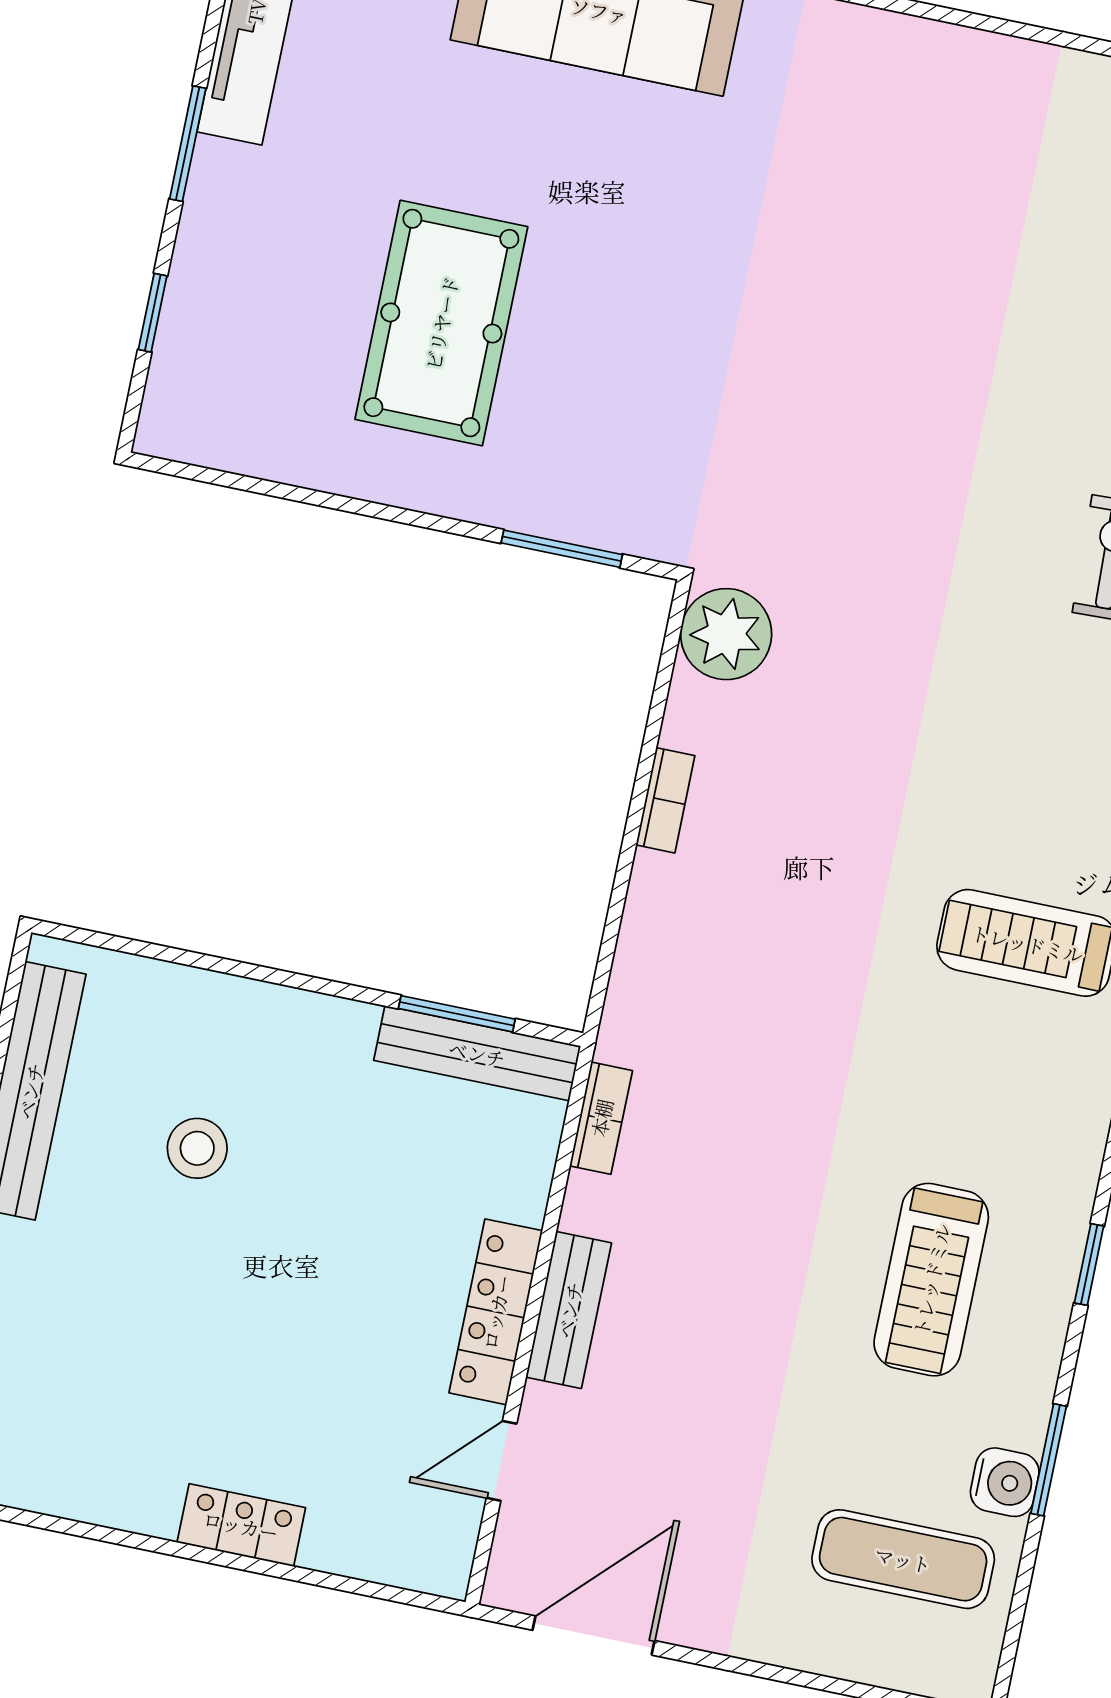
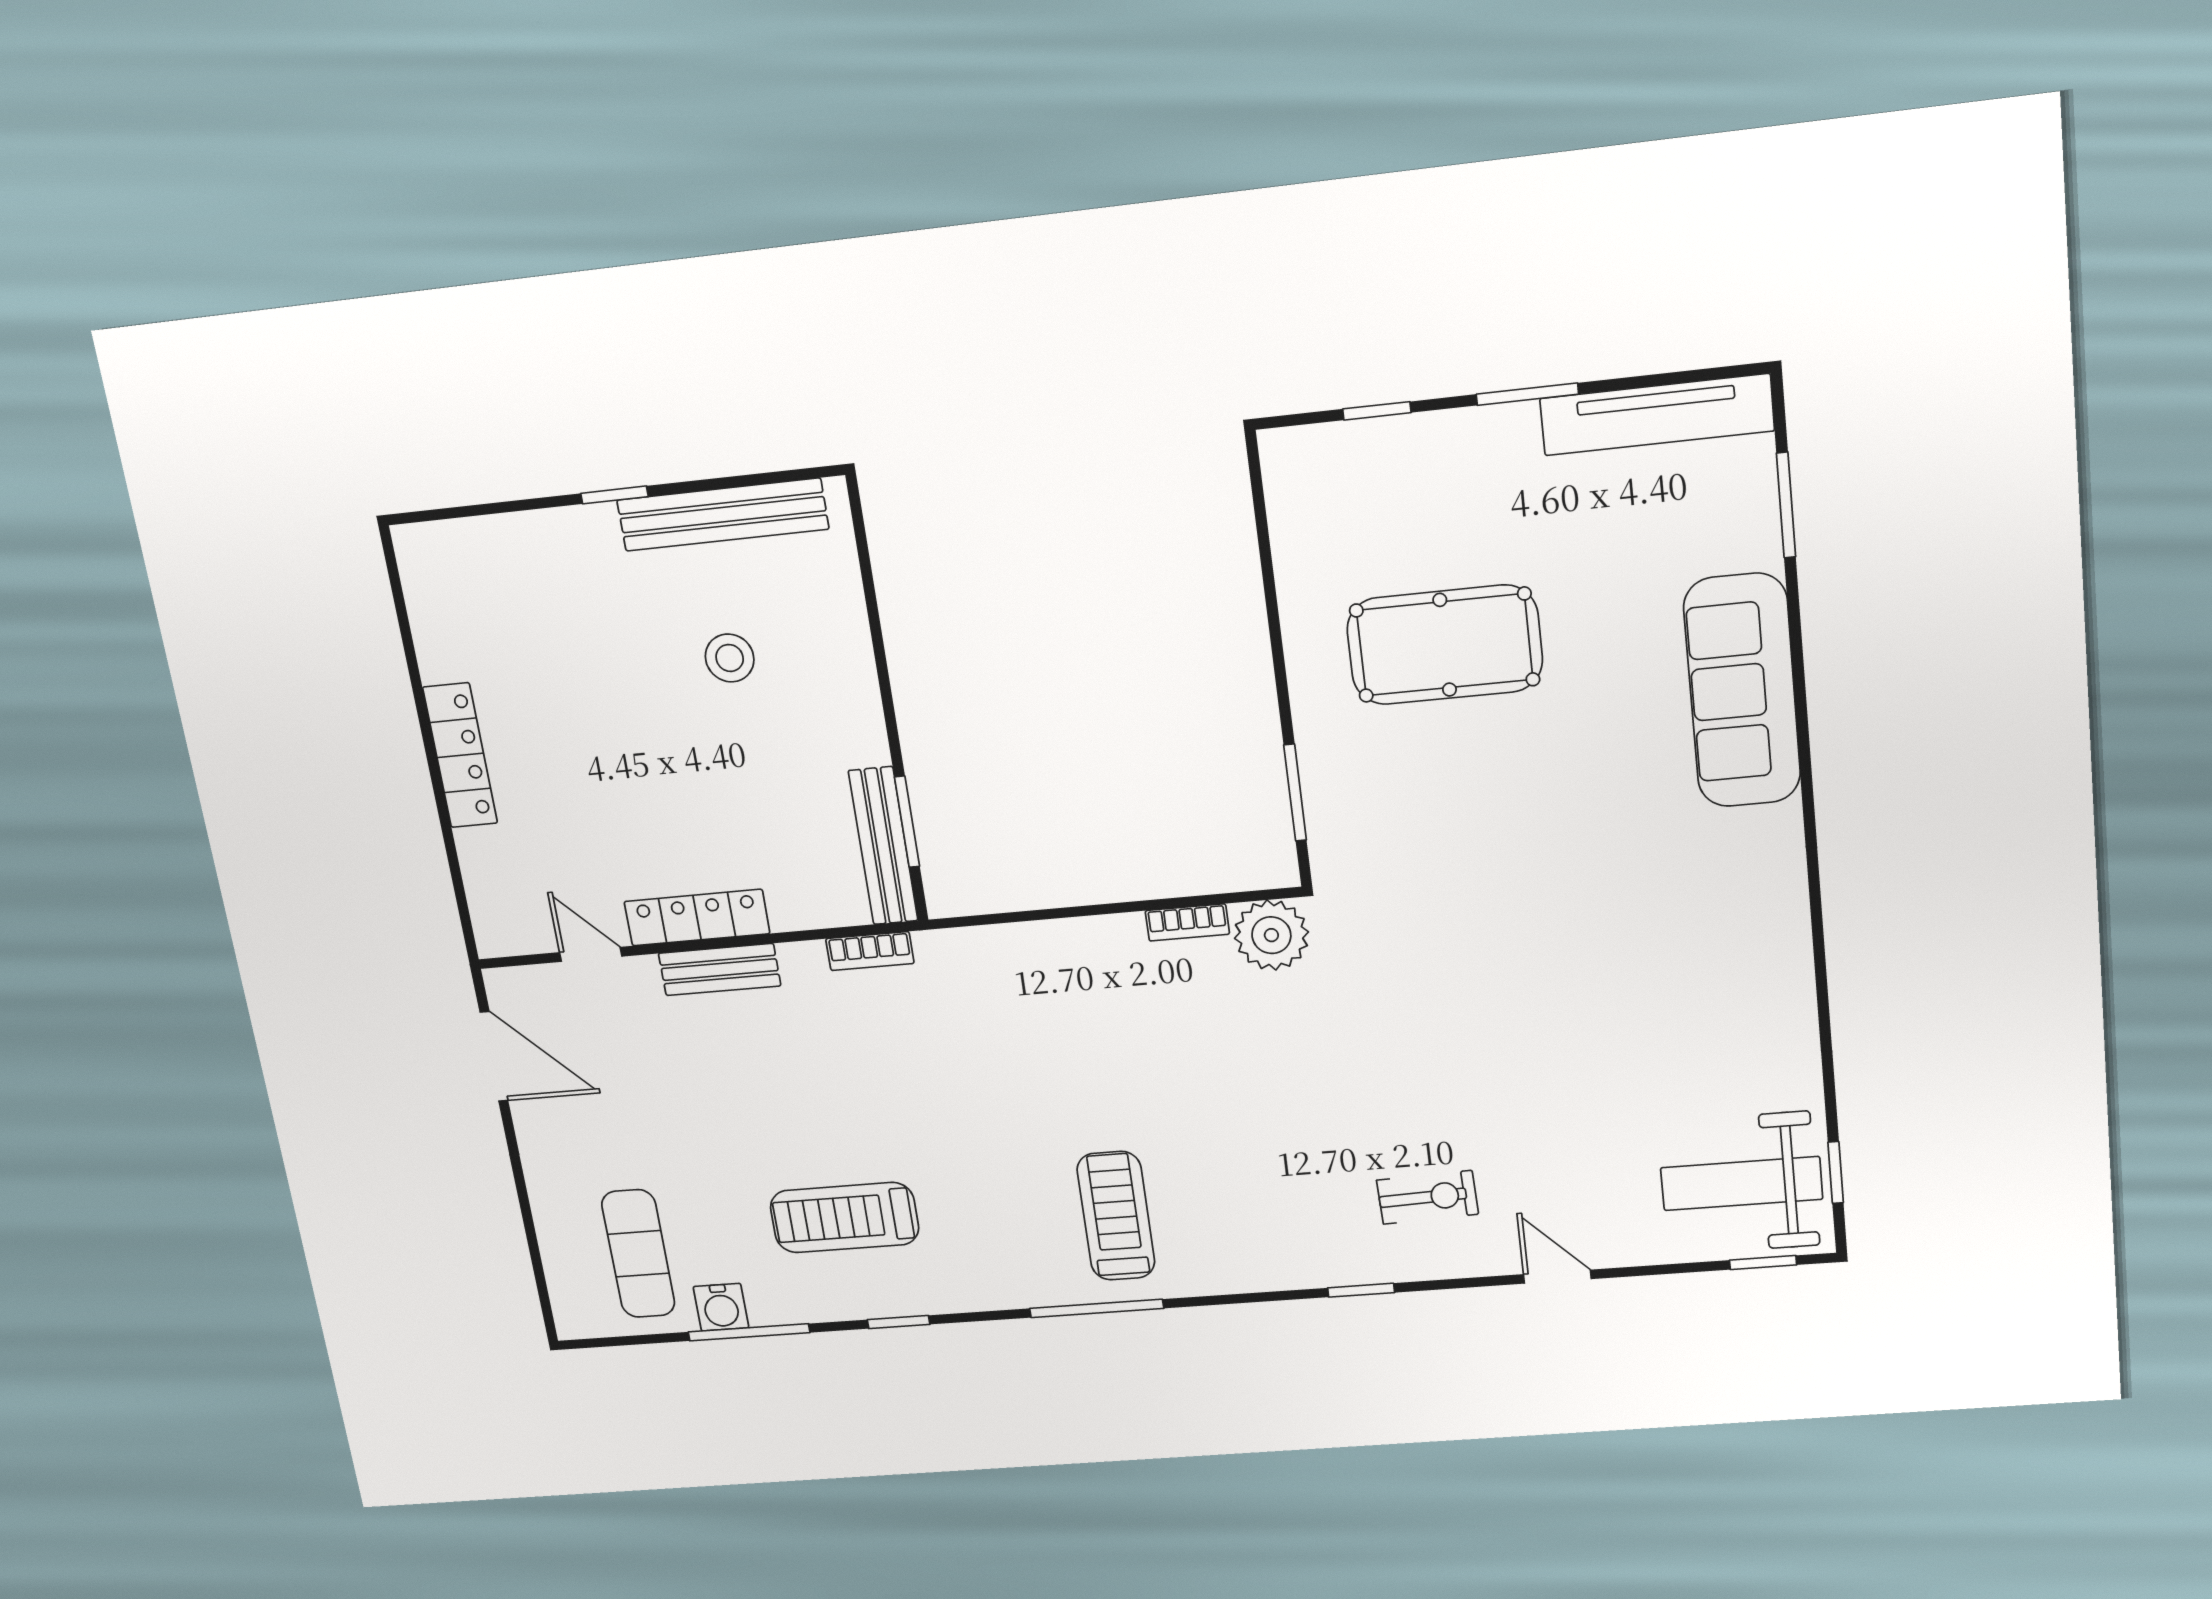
bookcase: (665, 800) -> (1187, 922), moved
window: (1049, 1460) -> (749, 1332), width x1.44
locker: (241, 1525) -> (460, 755), width x1.53

